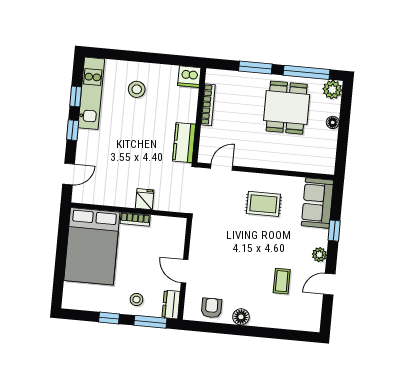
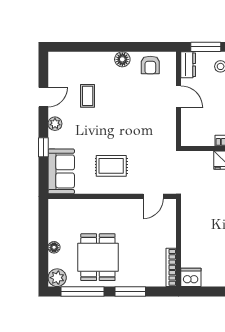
bookcase: (208, 105) -> (171, 267), moved
kitchen counter: (184, 143) -> (190, 216), removed

